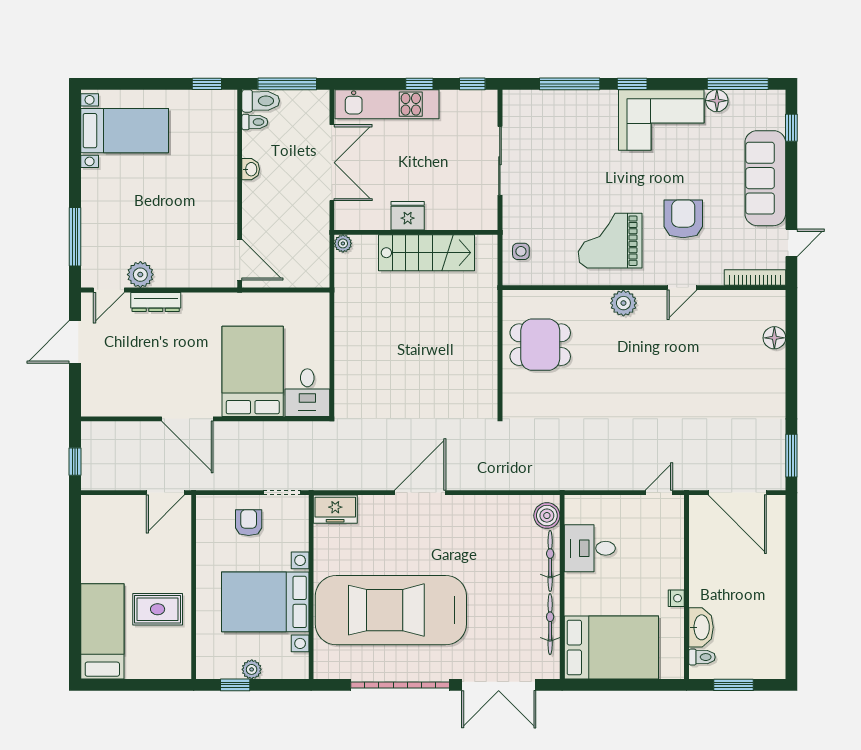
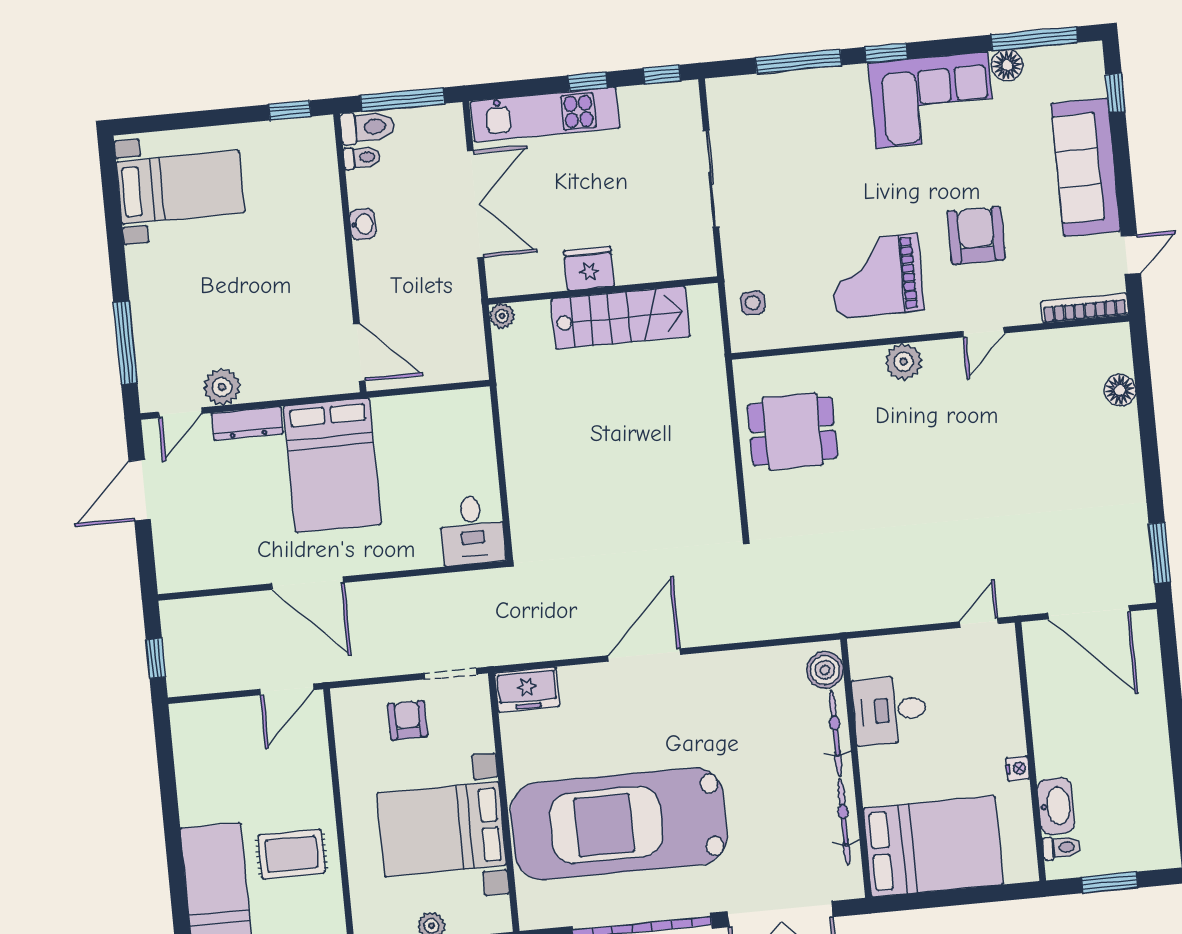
bed: (253, 371) -> (332, 465), moved, turned 180

